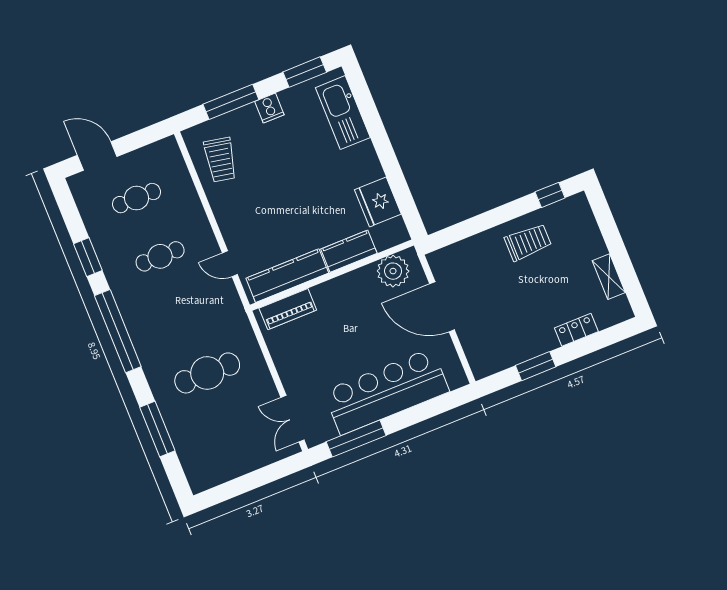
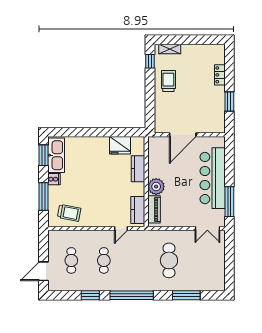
kitchen sink: (343, 113) -> (56, 155), moved, turned -90
plant: (393, 271) -> (156, 187), moved
kitchen counter: (287, 276) -> (138, 210), width x0.67
shelving: (609, 277) -> (170, 49), moved

